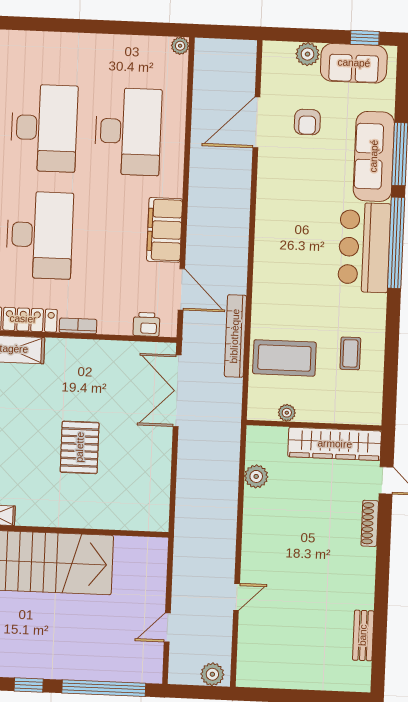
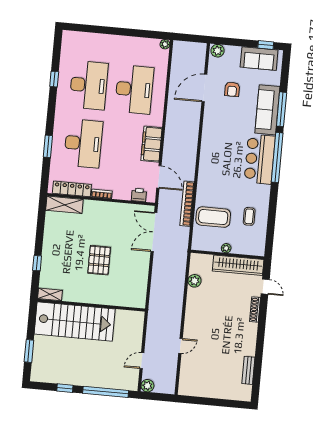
plant: (308, 54) -> (217, 51), moved
plant: (287, 413) -> (226, 248), moved
plant: (212, 674) -> (147, 386), moved

